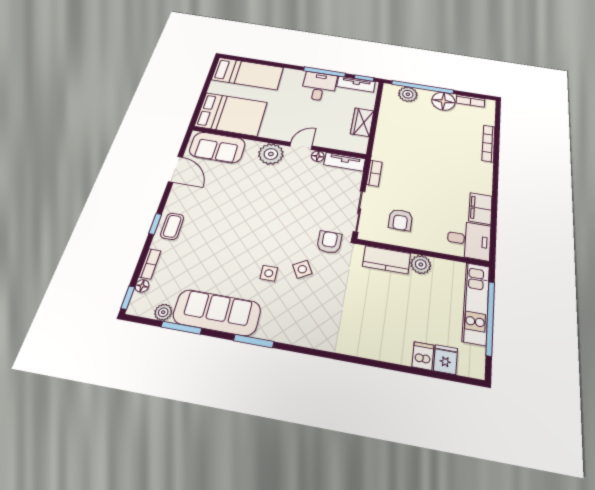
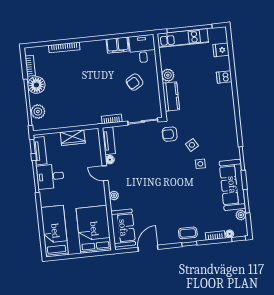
plant: (271, 154) -> (114, 196), width x0.53, depth x0.53
armchair: (400, 220) -> (134, 82), moved, turned 150
dishwasher: (423, 356) -> (224, 77), moved

